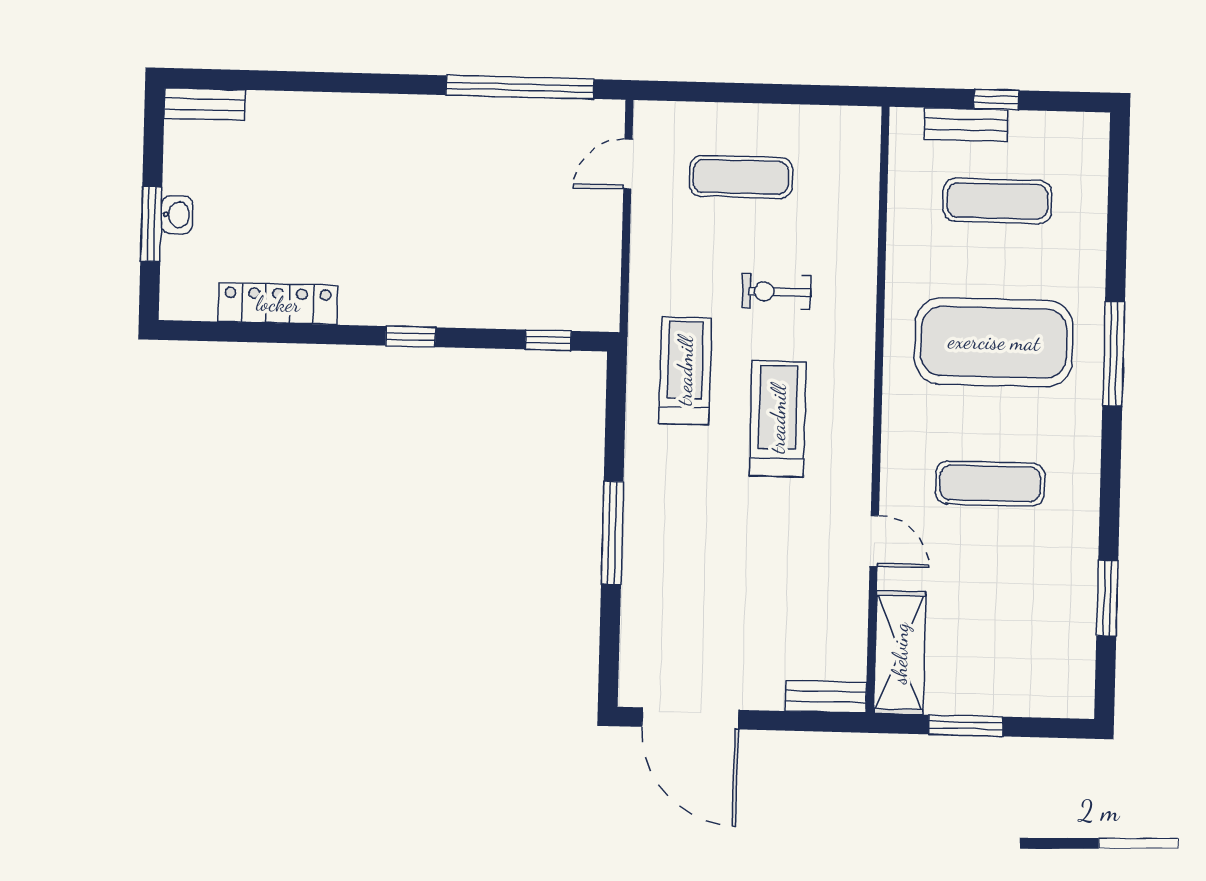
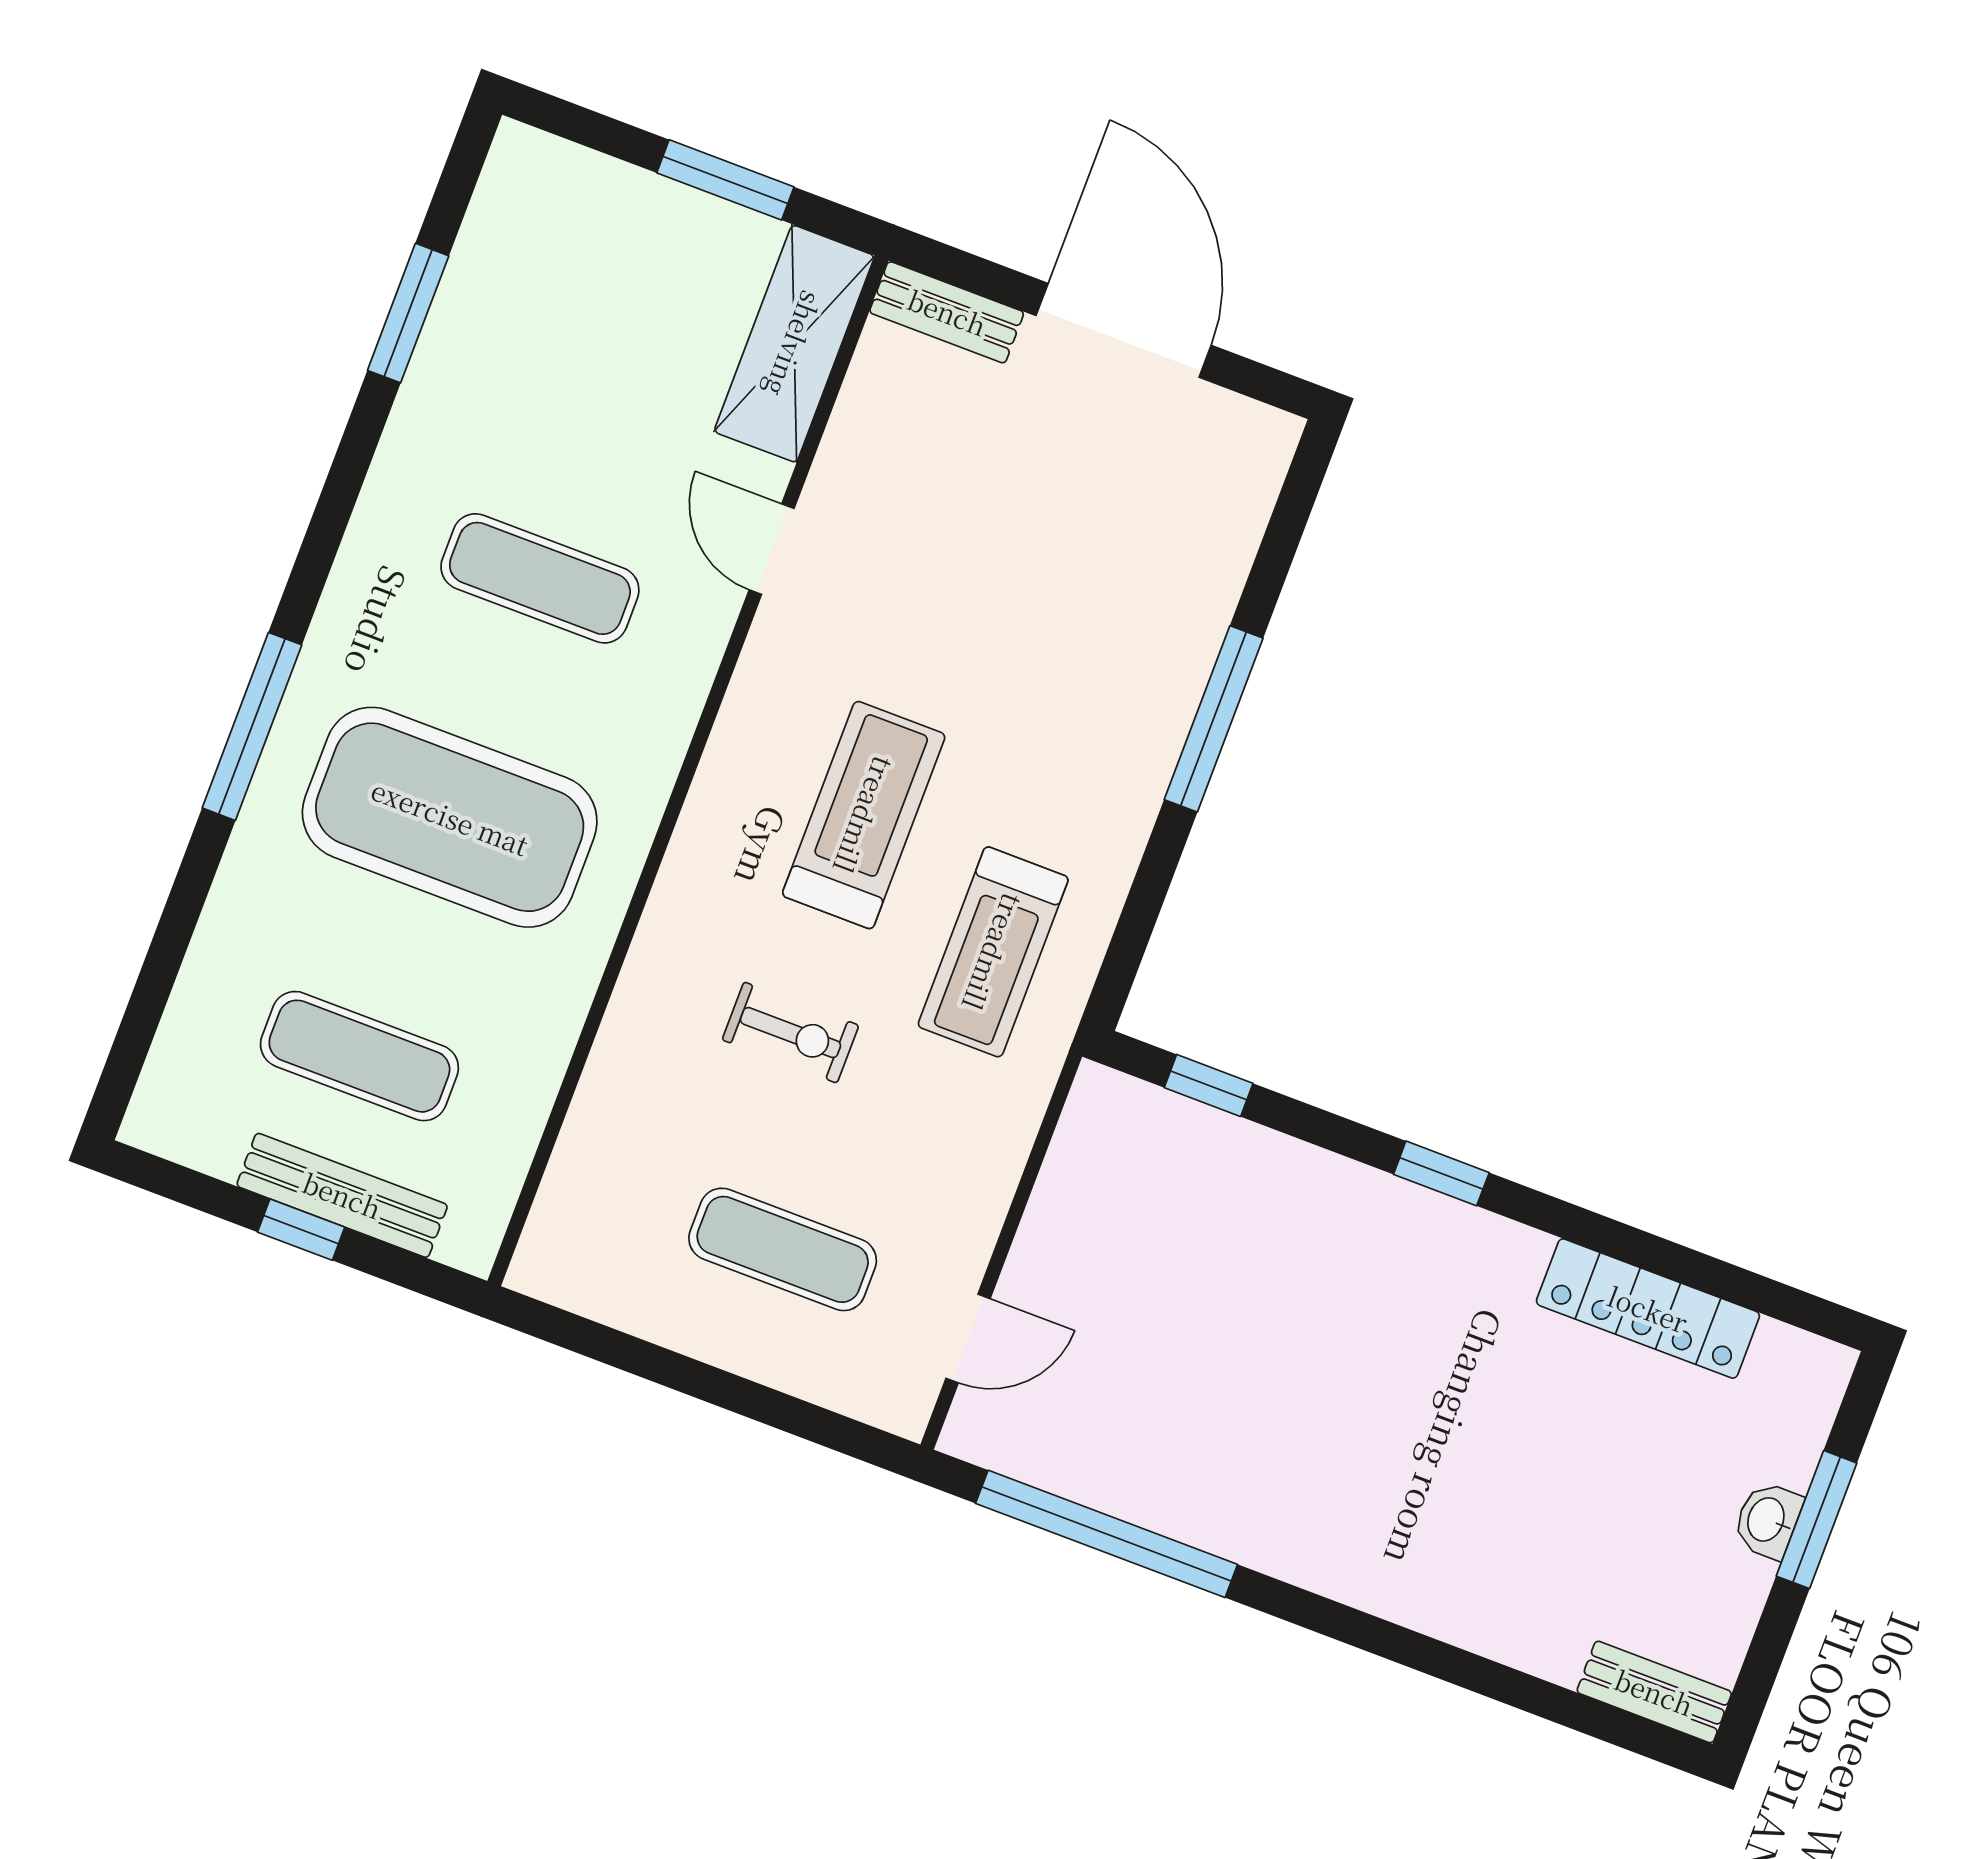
bench: (966, 125) -> (342, 1195), width x1.36
treadmill: (778, 419) -> (864, 815), turned 180
door: (690, 718) -> (1124, 330), moved

